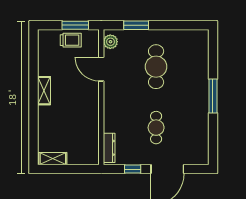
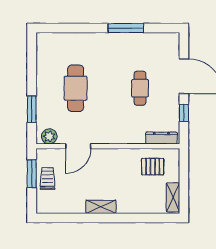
cafe table: (156, 67) -> (76, 88), turned 90
window: (213, 96) -> (126, 28), moved
cafe table: (156, 128) -> (140, 88), turned 90
pallet: (82, 140) -> (153, 167), added

